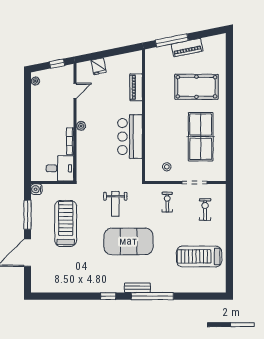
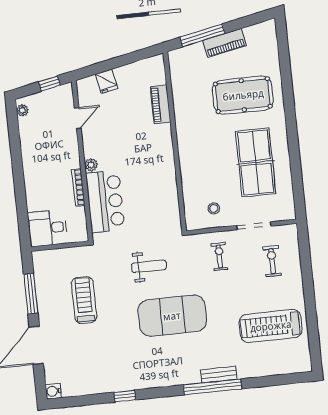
bar counter: (130, 137) -> (105, 201), moved, turned 180
desk: (60, 168) -> (48, 228), moved, turned 180
water cooler: (36, 189) -> (53, 391), moved
weight bench: (115, 204) -> (149, 266), turned -90
treadmill: (66, 223) -> (84, 300), width x0.73, depth x0.73
bench: (137, 288) -> (219, 375), moved
window: (108, 296) -> (125, 396), moved

